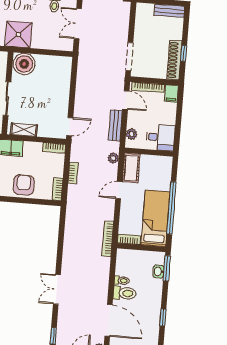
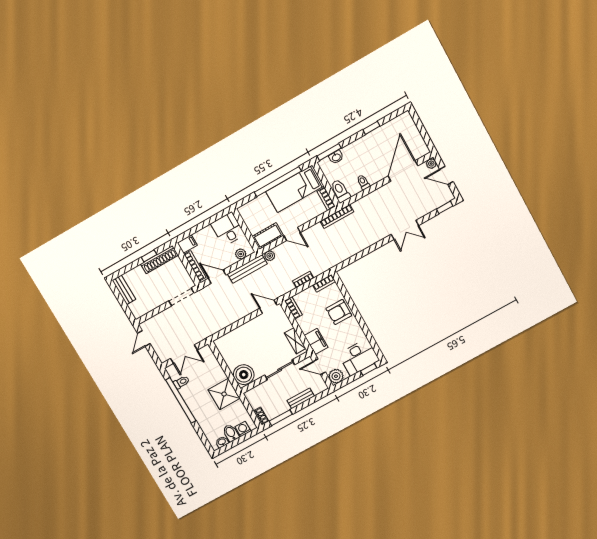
door: (126, 100) -> (217, 277), hinge flipped
bench: (115, 125) -> (247, 269), width x1.36
toilet: (125, 293) -> (340, 191), moved

